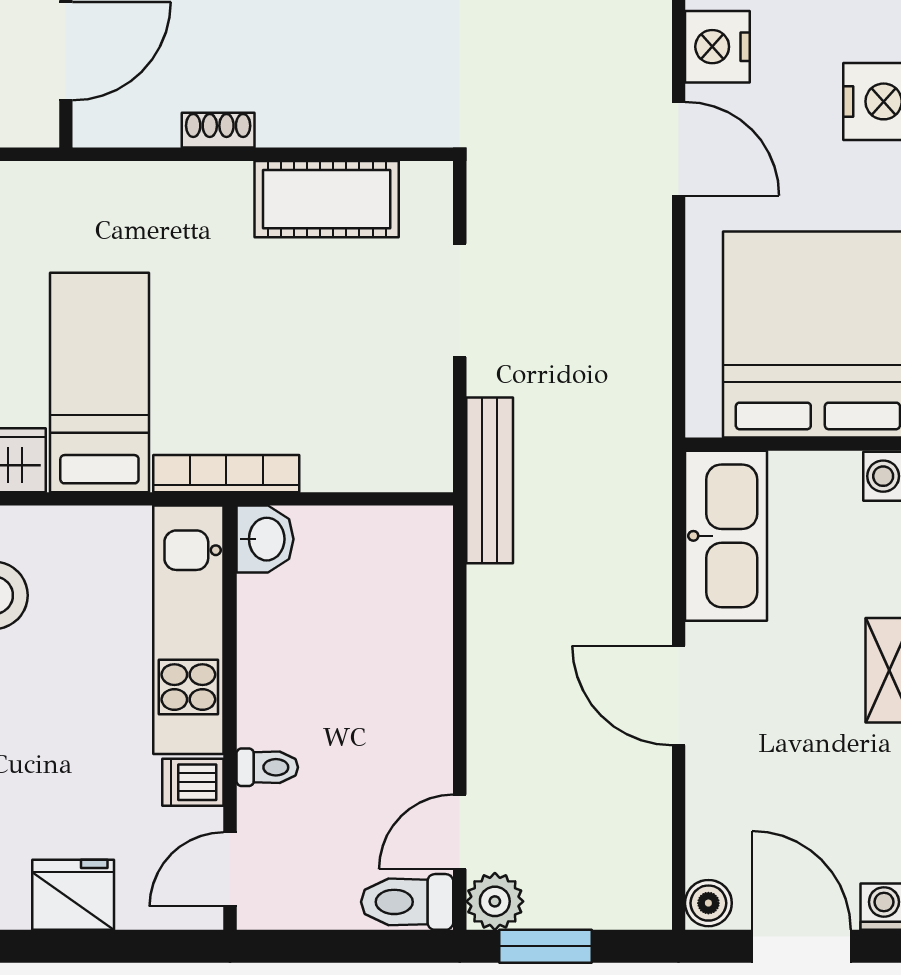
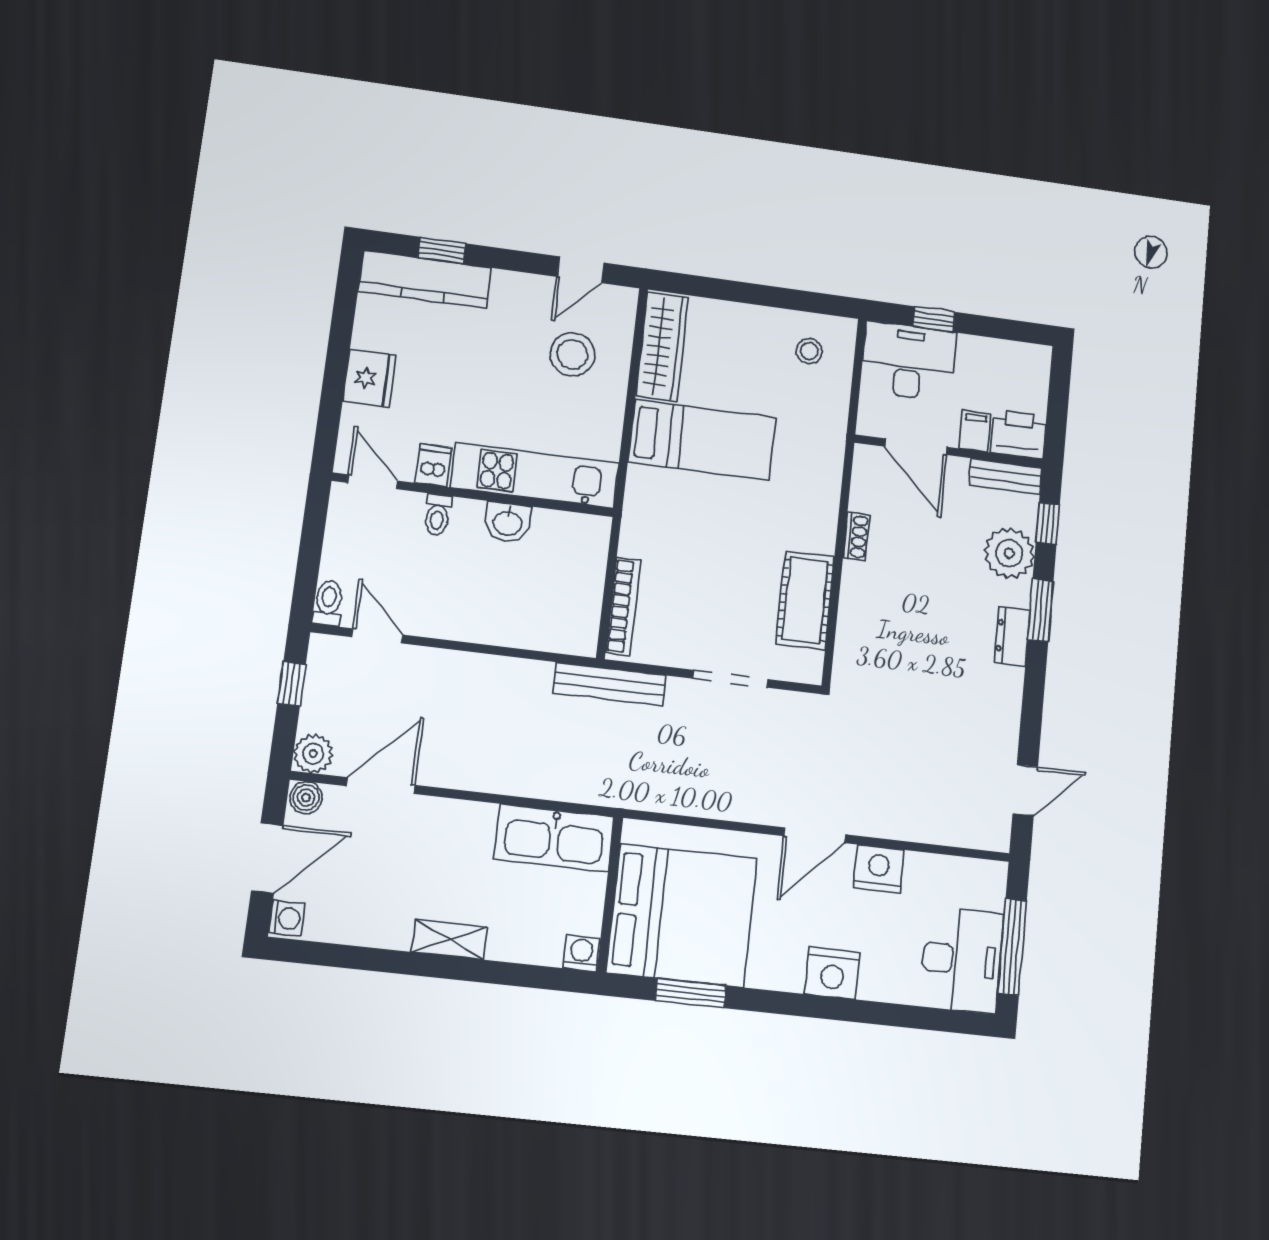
bookcase: (226, 474) -> (623, 606), moved
washbasin: (265, 539) -> (508, 522), moved
door: (679, 696) -> (380, 785), moved
plant: (495, 901) -> (313, 754), moved
toilet: (407, 902) -> (328, 603), width x0.73, depth x0.72
window: (546, 946) -> (292, 684), width x0.67

